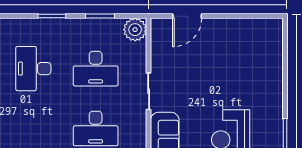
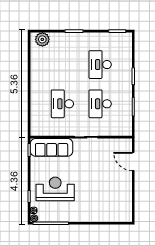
plant: (135, 30) -> (125, 129), removed
desk: (33, 69) -> (100, 65), turned -90

